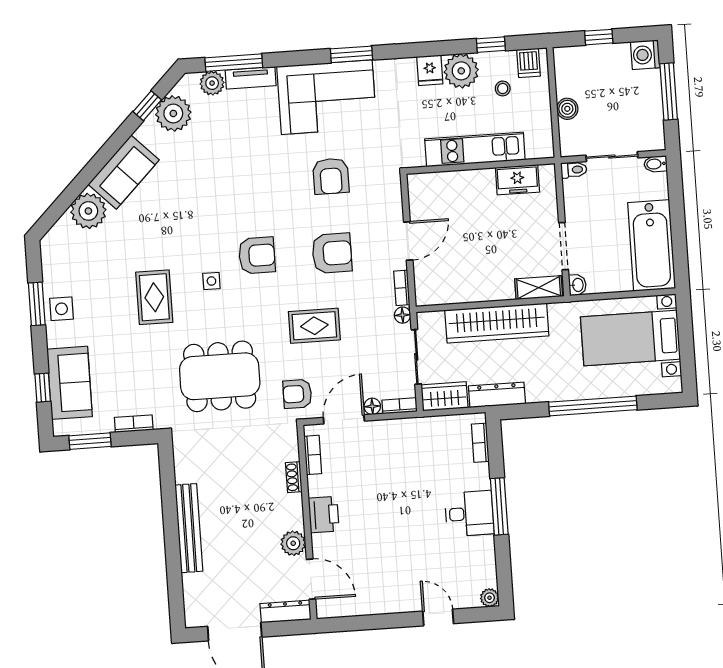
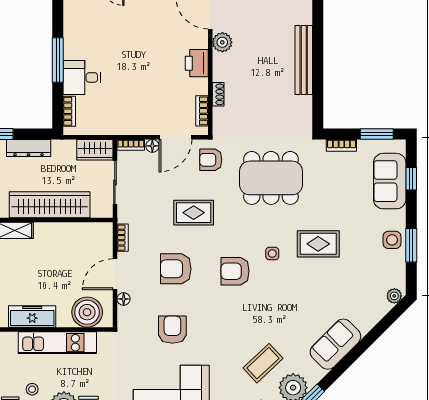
coffee table: (213, 142) -> (263, 363), added
freezer: (517, 180) -> (32, 316), width x1.40
boiler: (440, 191) -> (87, 312), added
plant: (88, 211) -> (394, 296), moved, width x0.53, depth x0.53
rug: (154, 297) -> (318, 244), turned 90
floor lamp: (402, 315) -> (124, 299), moved
armchair: (297, 394) -> (211, 160), turned 180
dresser: (497, 395) -> (29, 148), moved
desk: (469, 514) -> (82, 77), moved

